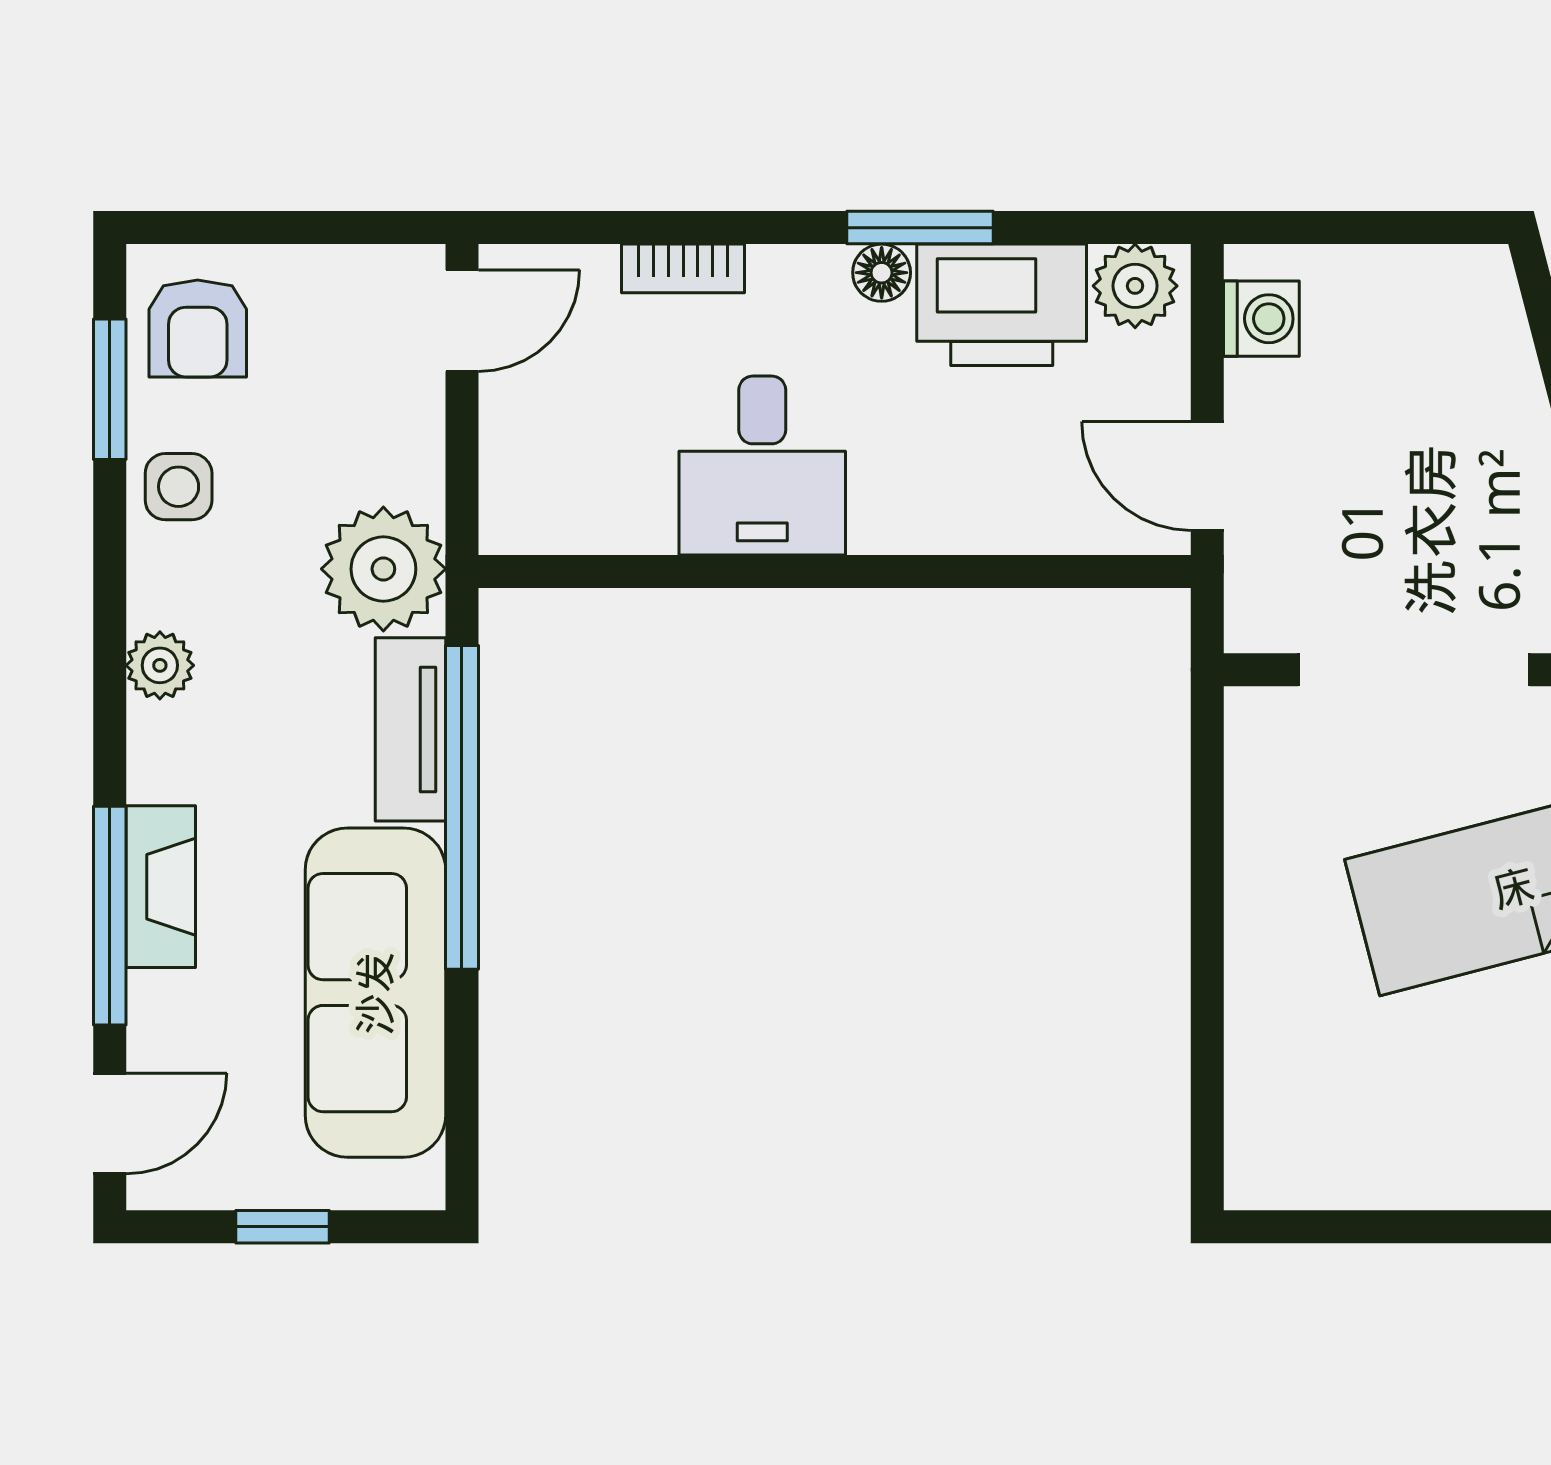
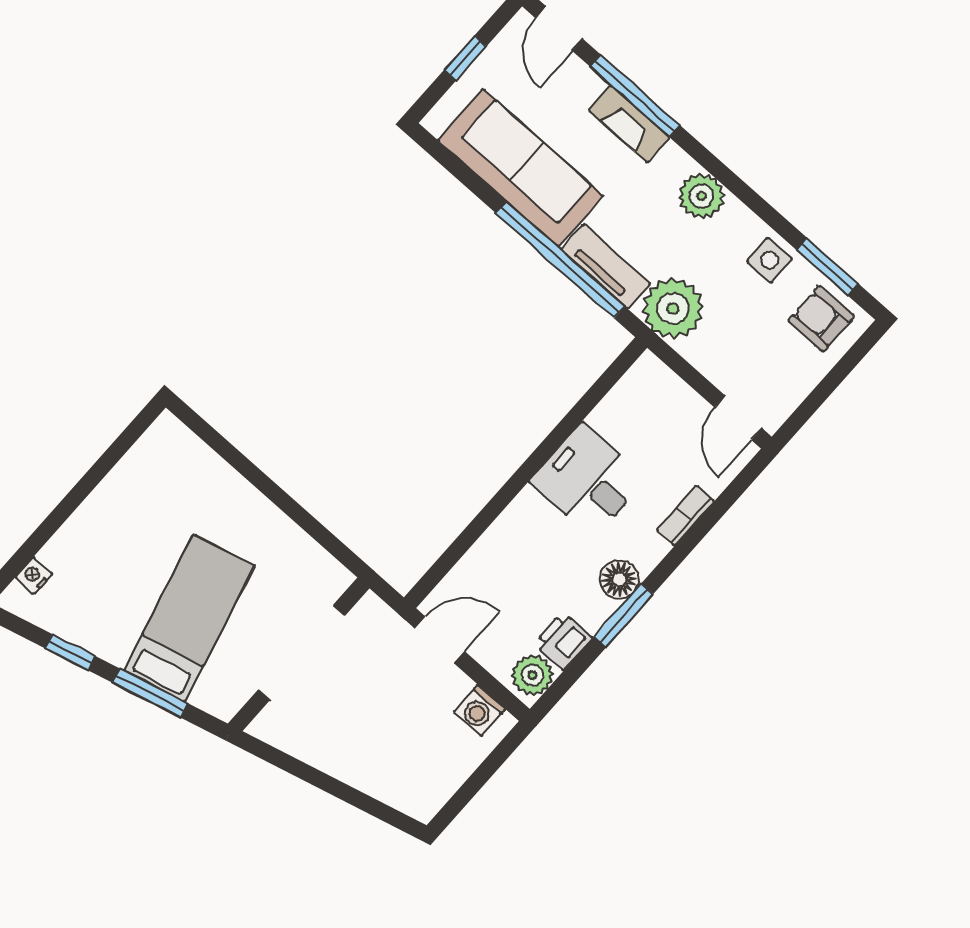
floor lamp: (882, 273) -> (619, 579), width x1.37, depth x1.37
printer: (1002, 305) -> (563, 641), width x0.53, depth x0.68
plant: (160, 665) -> (702, 196), width x1.38, depth x1.38

